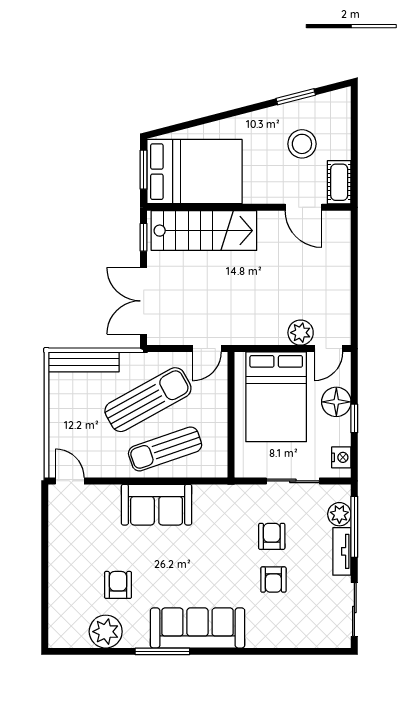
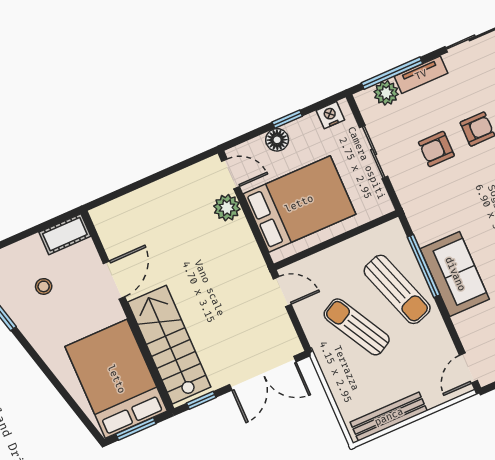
stool: (302, 144) -> (44, 286), width x0.53, depth x0.53
door: (303, 207) -> (114, 280), moved
bench: (84, 362) -> (389, 417), moved, turned 90
sun lounger: (148, 400) -> (357, 327), width x0.73, depth x0.75
floor lamp: (336, 402) -> (277, 140), width x0.73, depth x0.73
window: (175, 481) -> (424, 266), added

